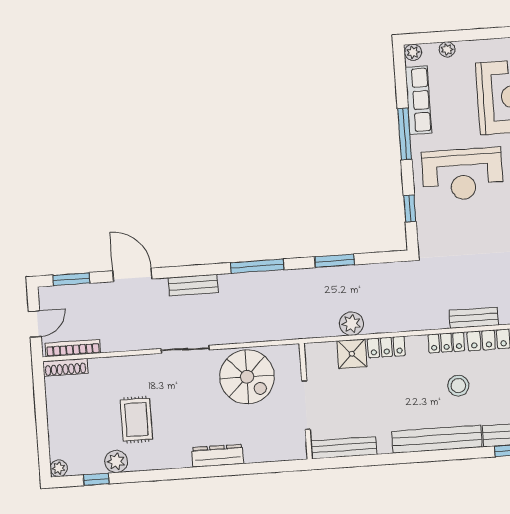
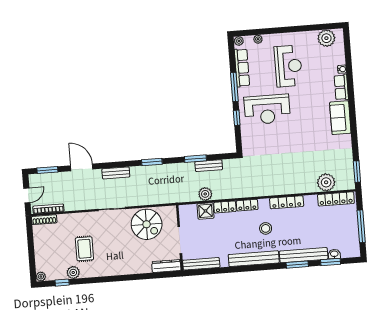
window: (410, 208) -> (237, 118), moved
window: (257, 266) -> (152, 162), width x0.69
bench: (474, 318) -> (209, 166), moved
locker: (446, 343) -> (247, 205), moved
dresser: (218, 456) -> (166, 266), moved

